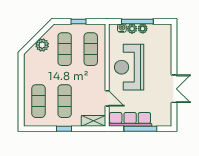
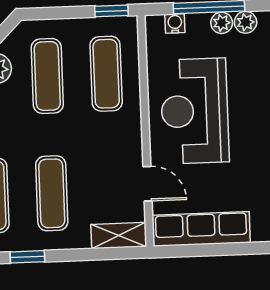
window: (79, 21) -> (111, 11), moved
plant: (132, 29) -> (246, 22), moved
window: (64, 129) -> (27, 257), moved
window: (140, 129) -> (225, 249), removed

